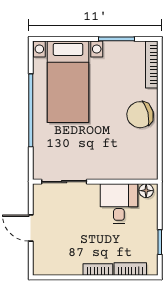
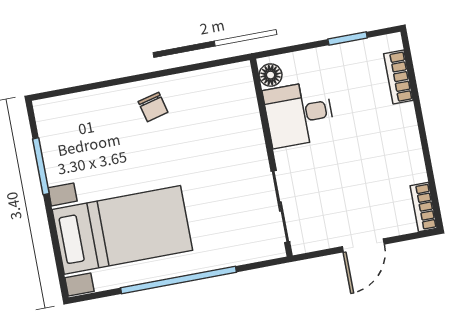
bookcase: (152, 64) -> (71, 103), removed
chair: (140, 115) -> (153, 107), width x0.54, depth x0.54
bookcase: (98, 270) -> (424, 207), moved

